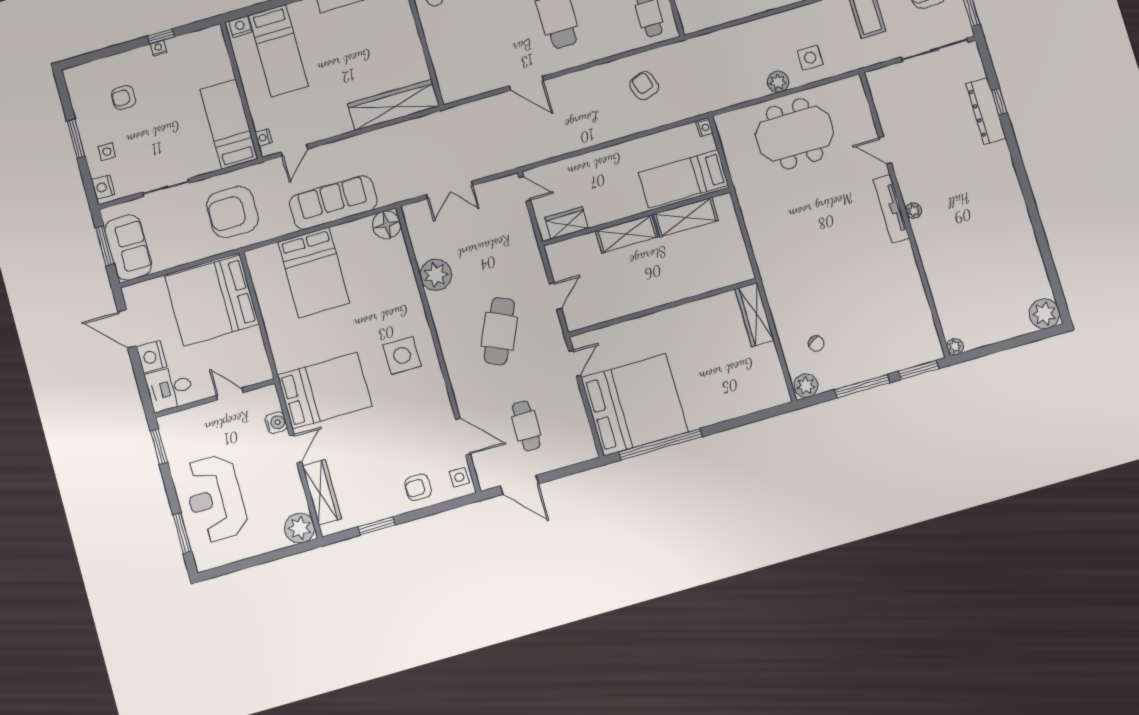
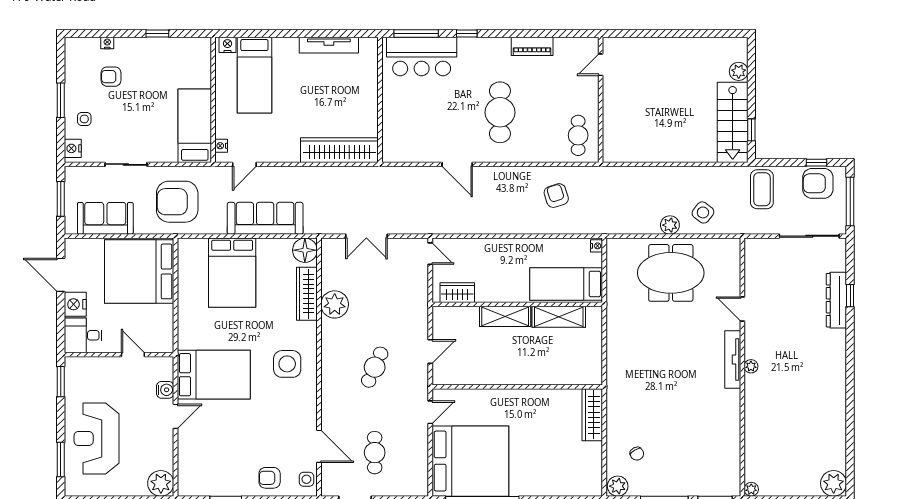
nightstand: (159, 48) -> (107, 43), moved
side table: (810, 58) -> (703, 212), turned 37
sofa: (128, 248) -> (105, 218), moved, turned -90
cafe table: (499, 331) -> (375, 367), width x0.73, depth x0.74
wardrobe: (322, 493) -> (307, 294), moved, turned 180

